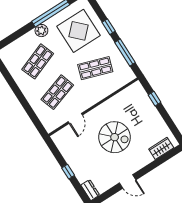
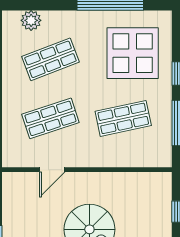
plant: (41, 31) -> (31, 20), moved
shop shelf: (95, 68) -> (123, 118), turned -30

